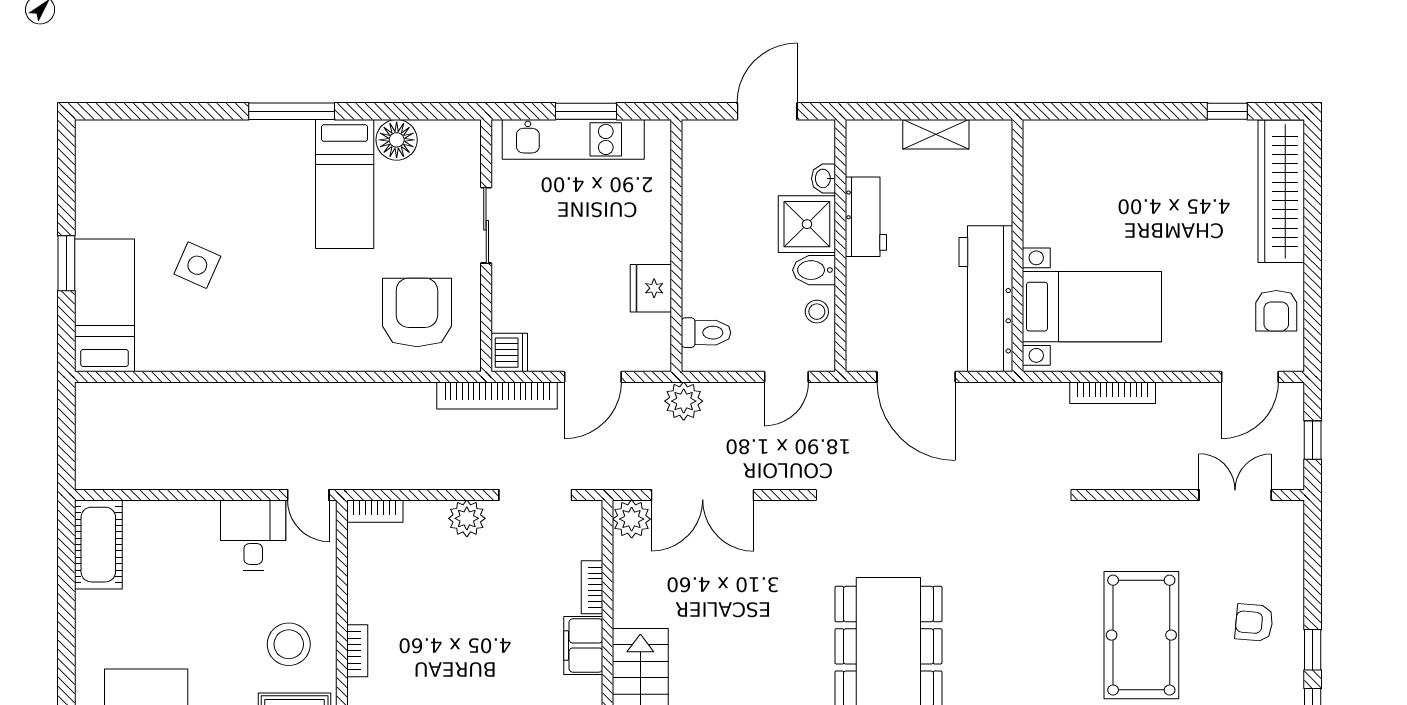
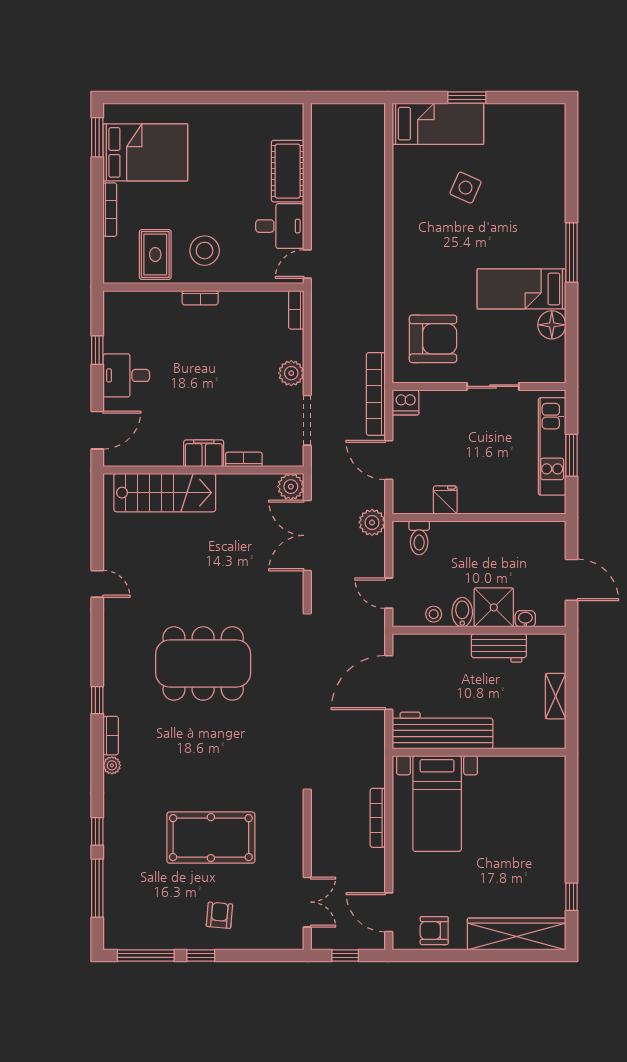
fridge: (651, 288) -> (445, 500), width x0.72
cot: (98, 545) -> (288, 171), moved, turned 90

